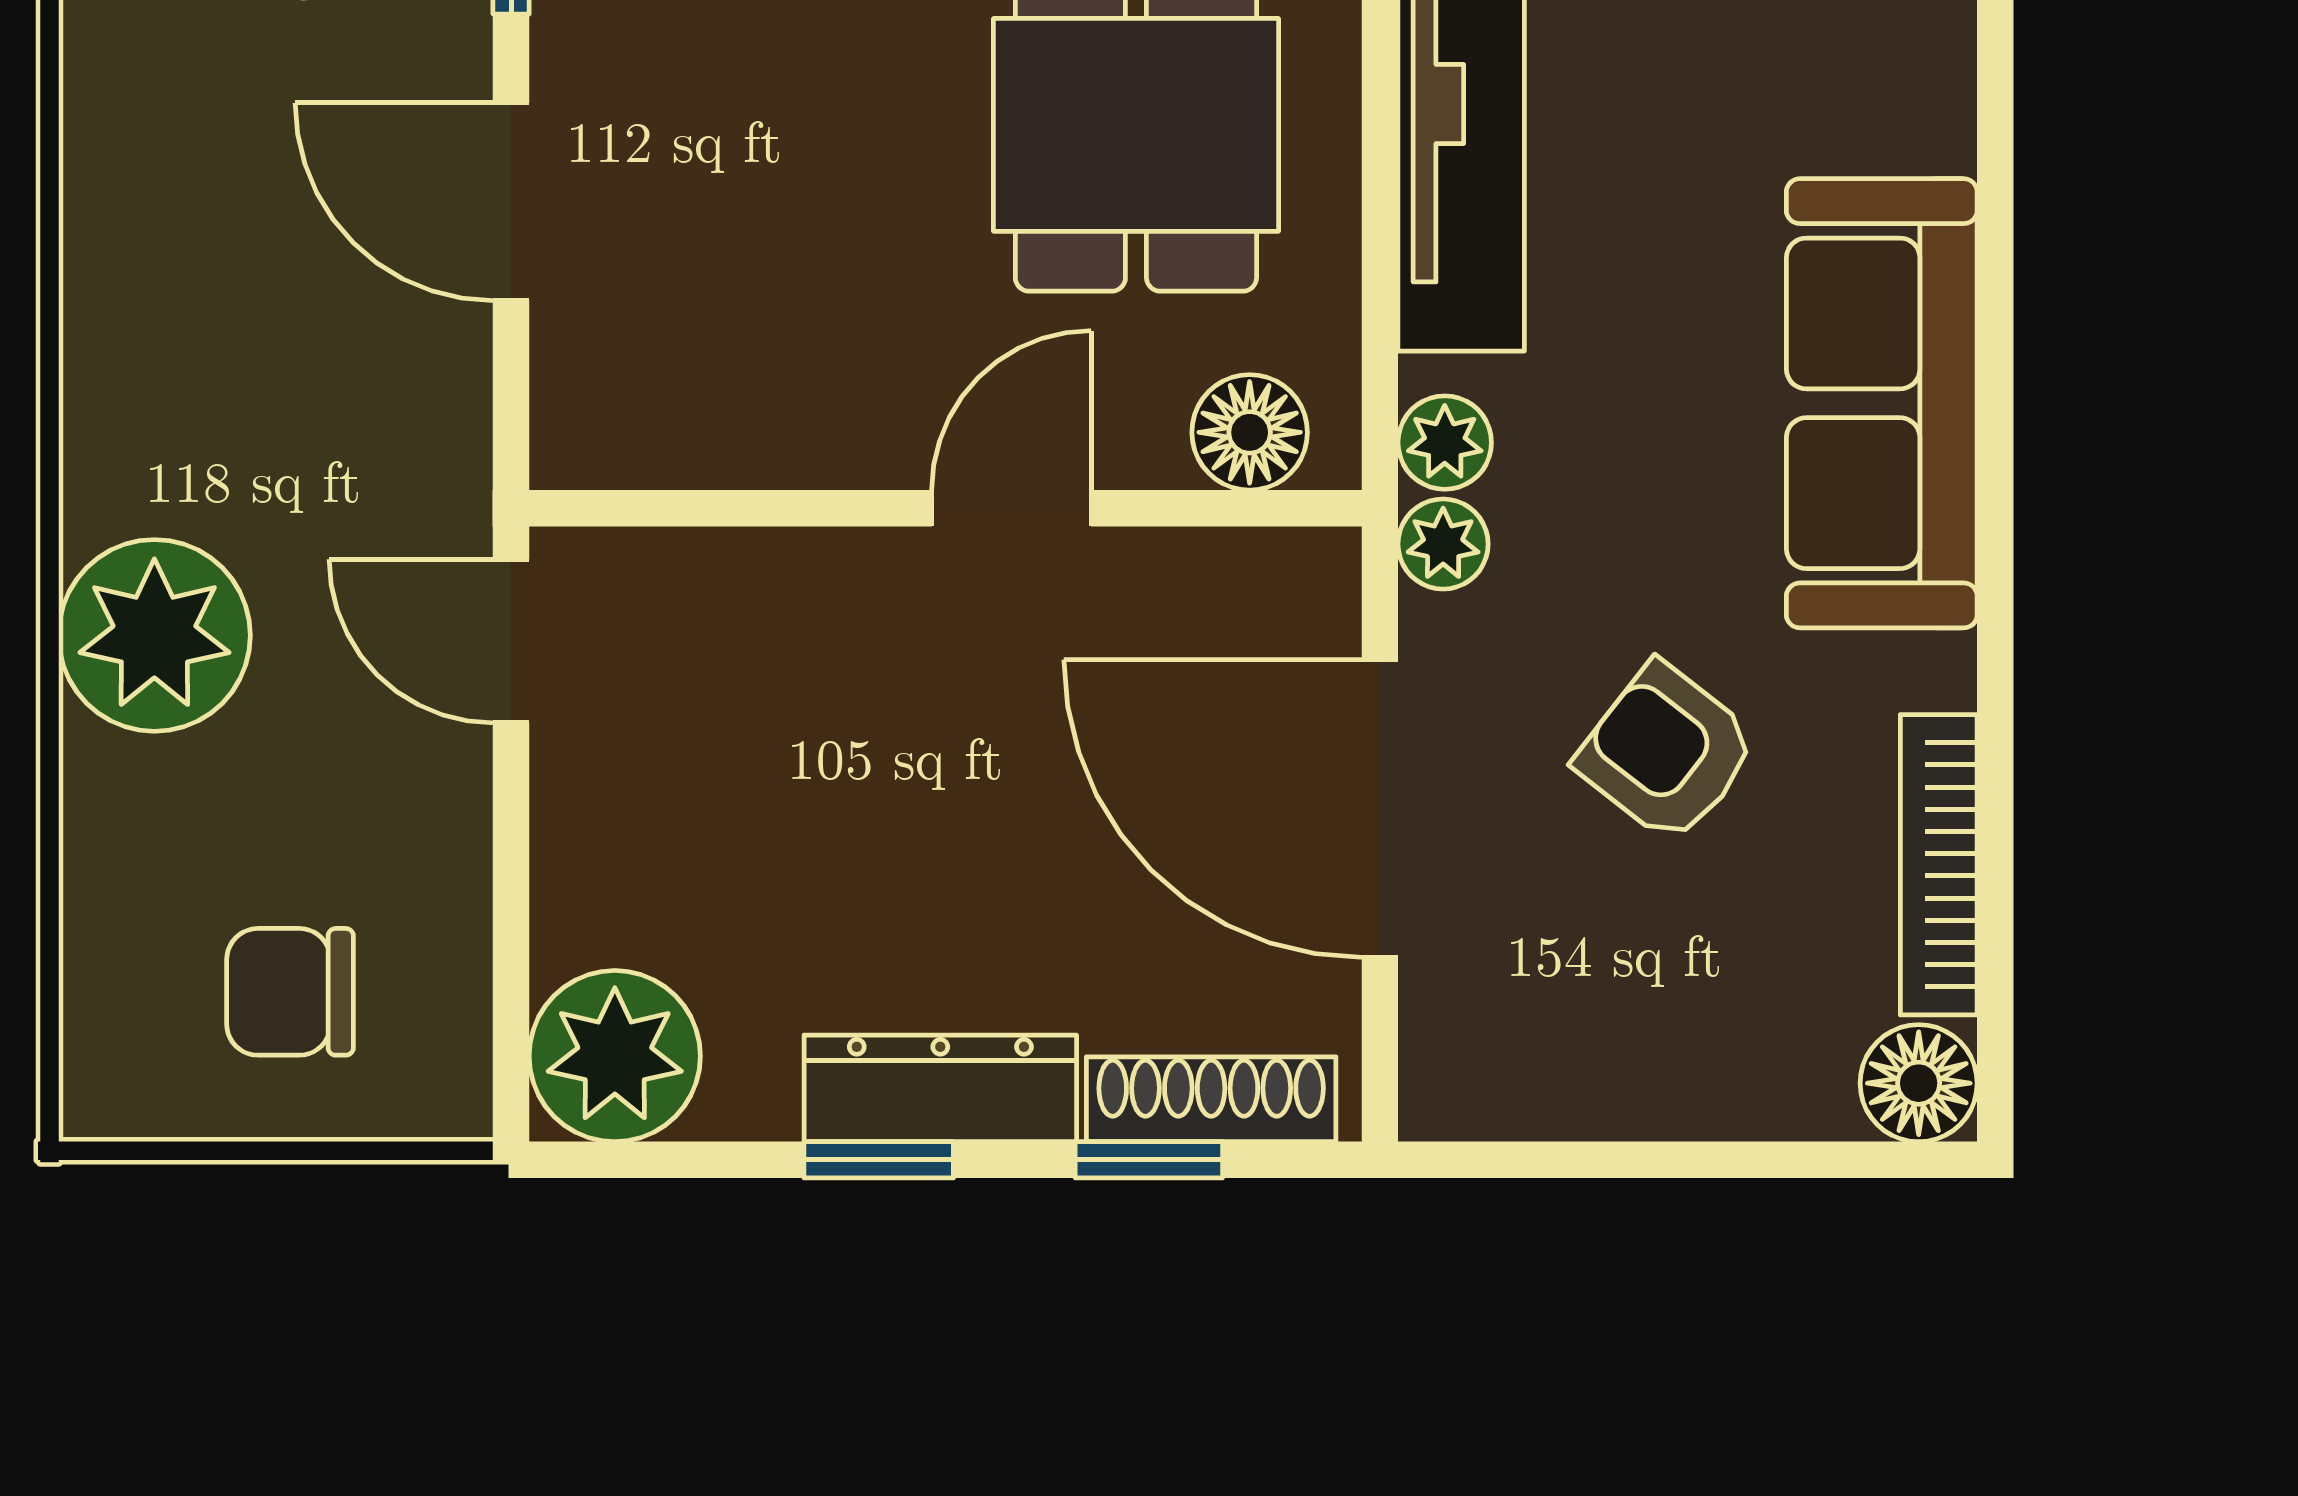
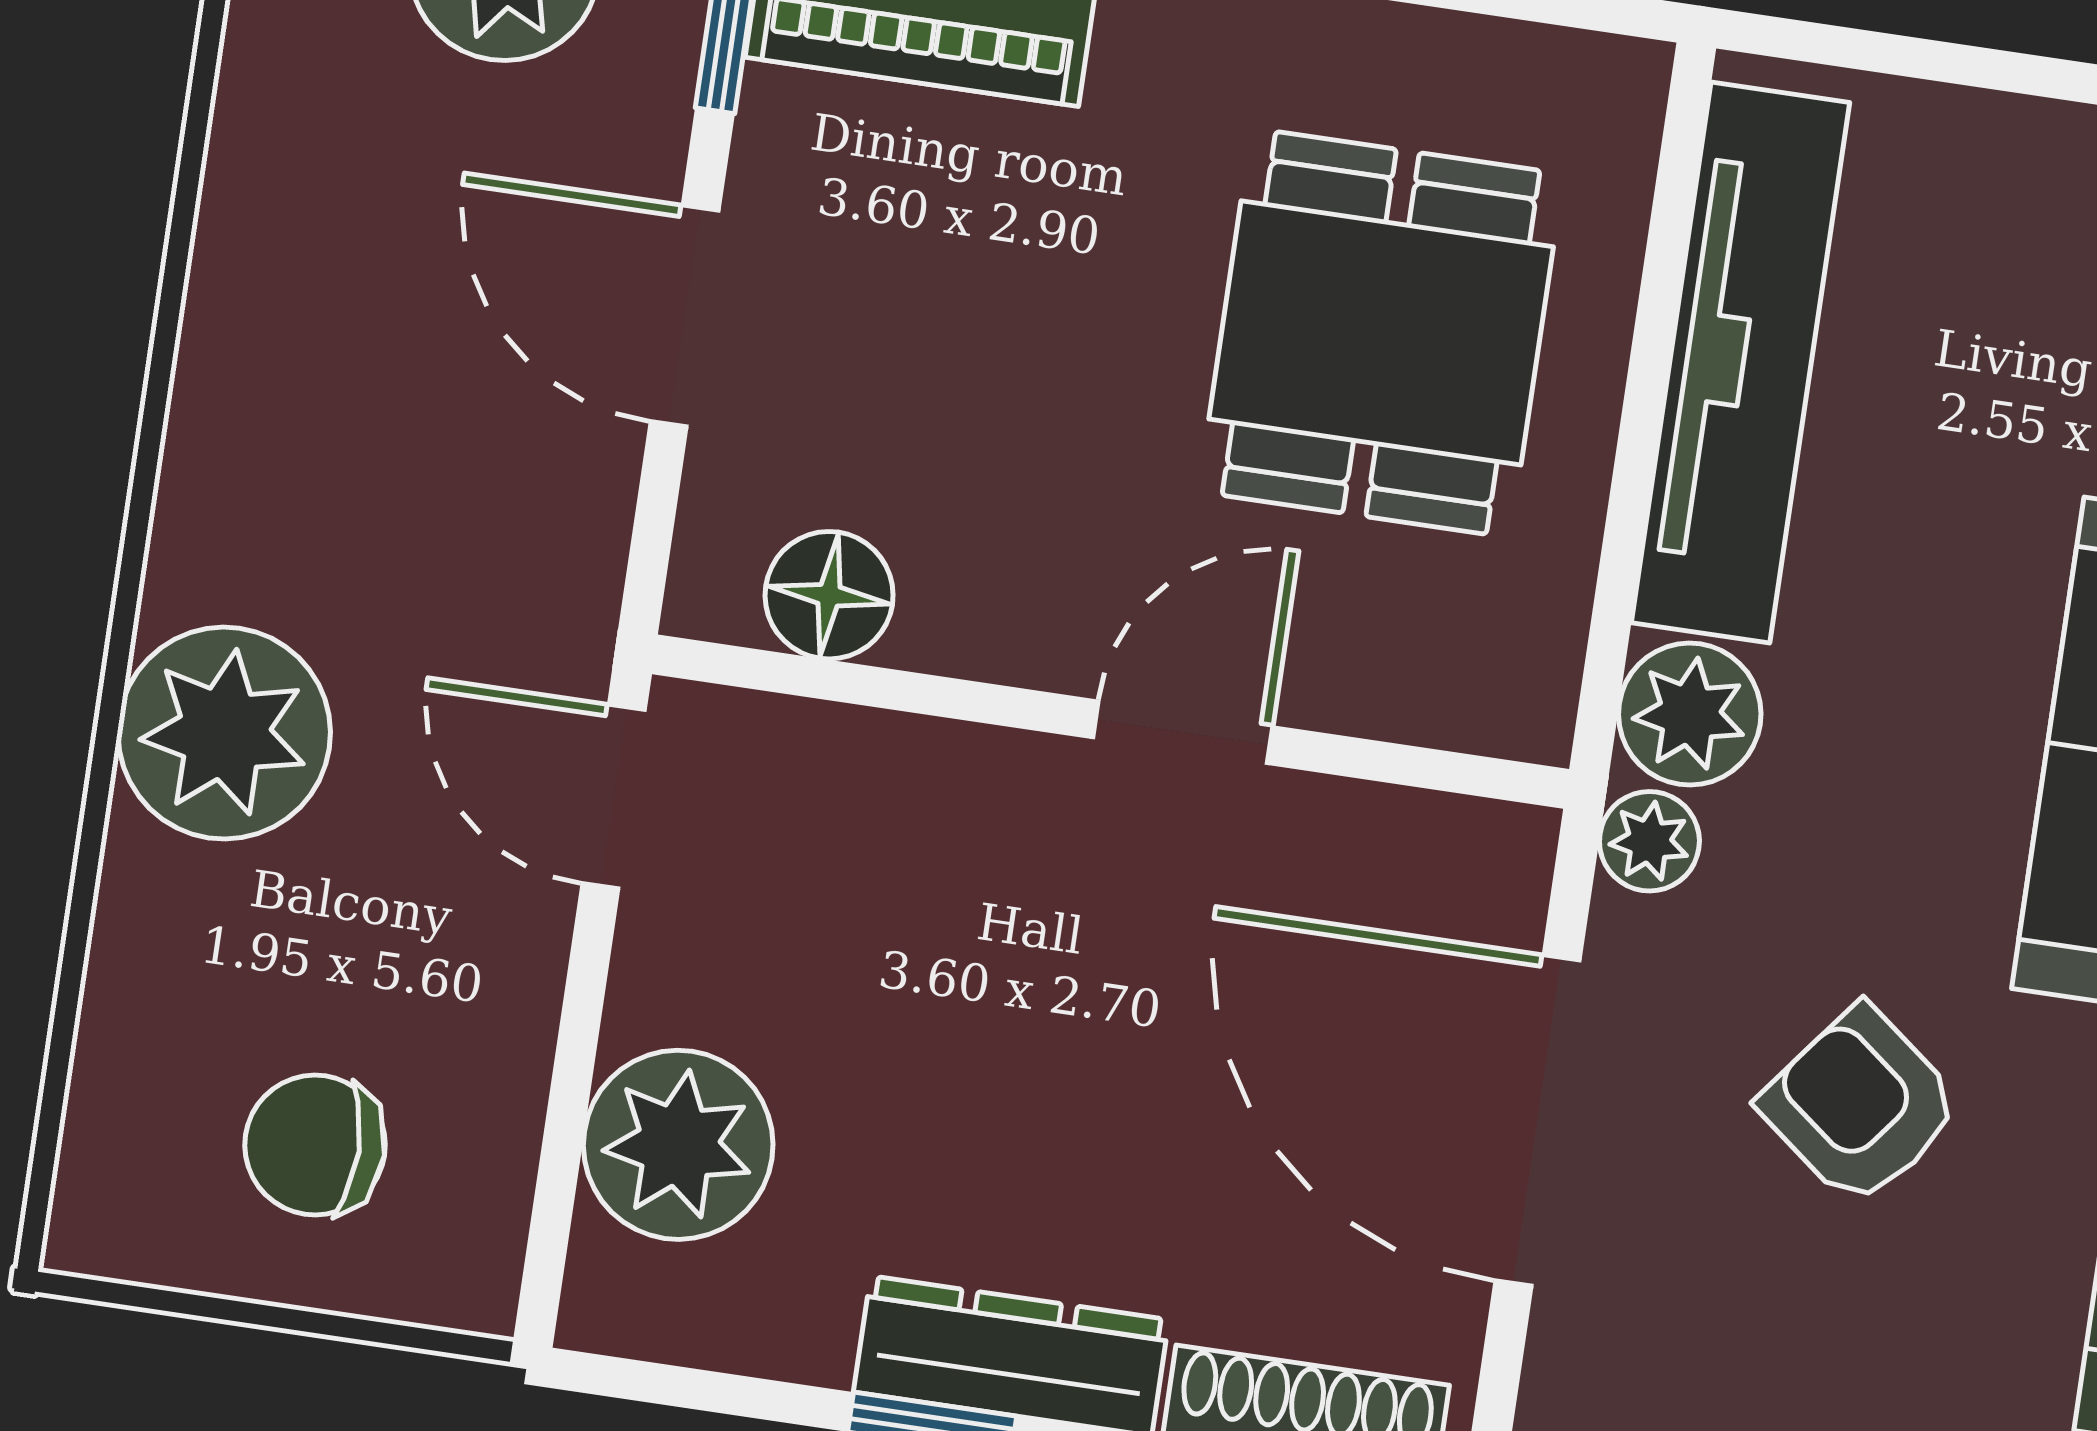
floor lamp: (1250, 432) -> (829, 595), moved
plant: (1445, 443) -> (1690, 714), width x1.38, depth x1.38
plant: (615, 1056) -> (678, 1145), moved

